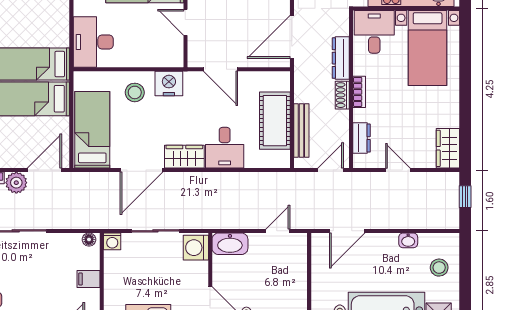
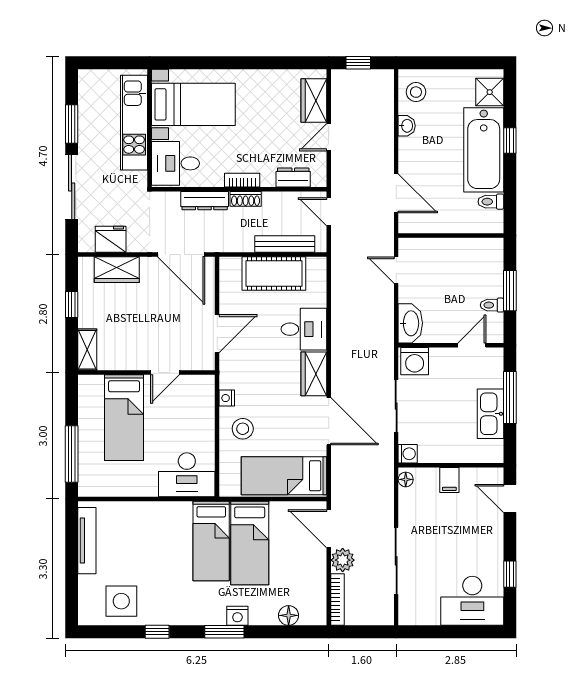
nightstand: (169, 84) -> (227, 398), width x0.53, depth x0.56
wardrobe: (448, 148) -> (314, 101), moved, turned 90
stool: (439, 268) -> (416, 92), moved

